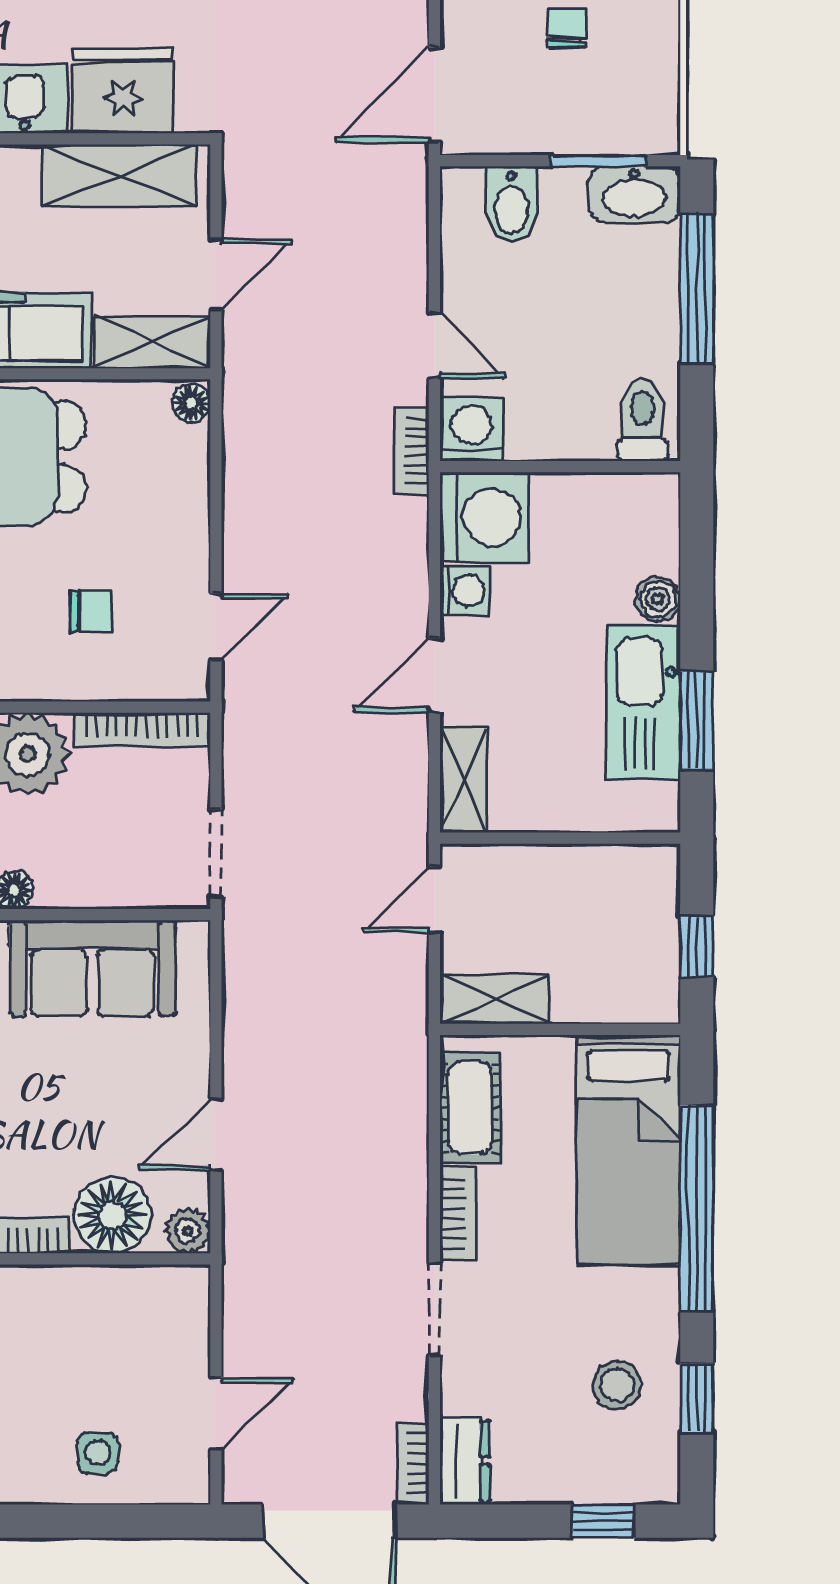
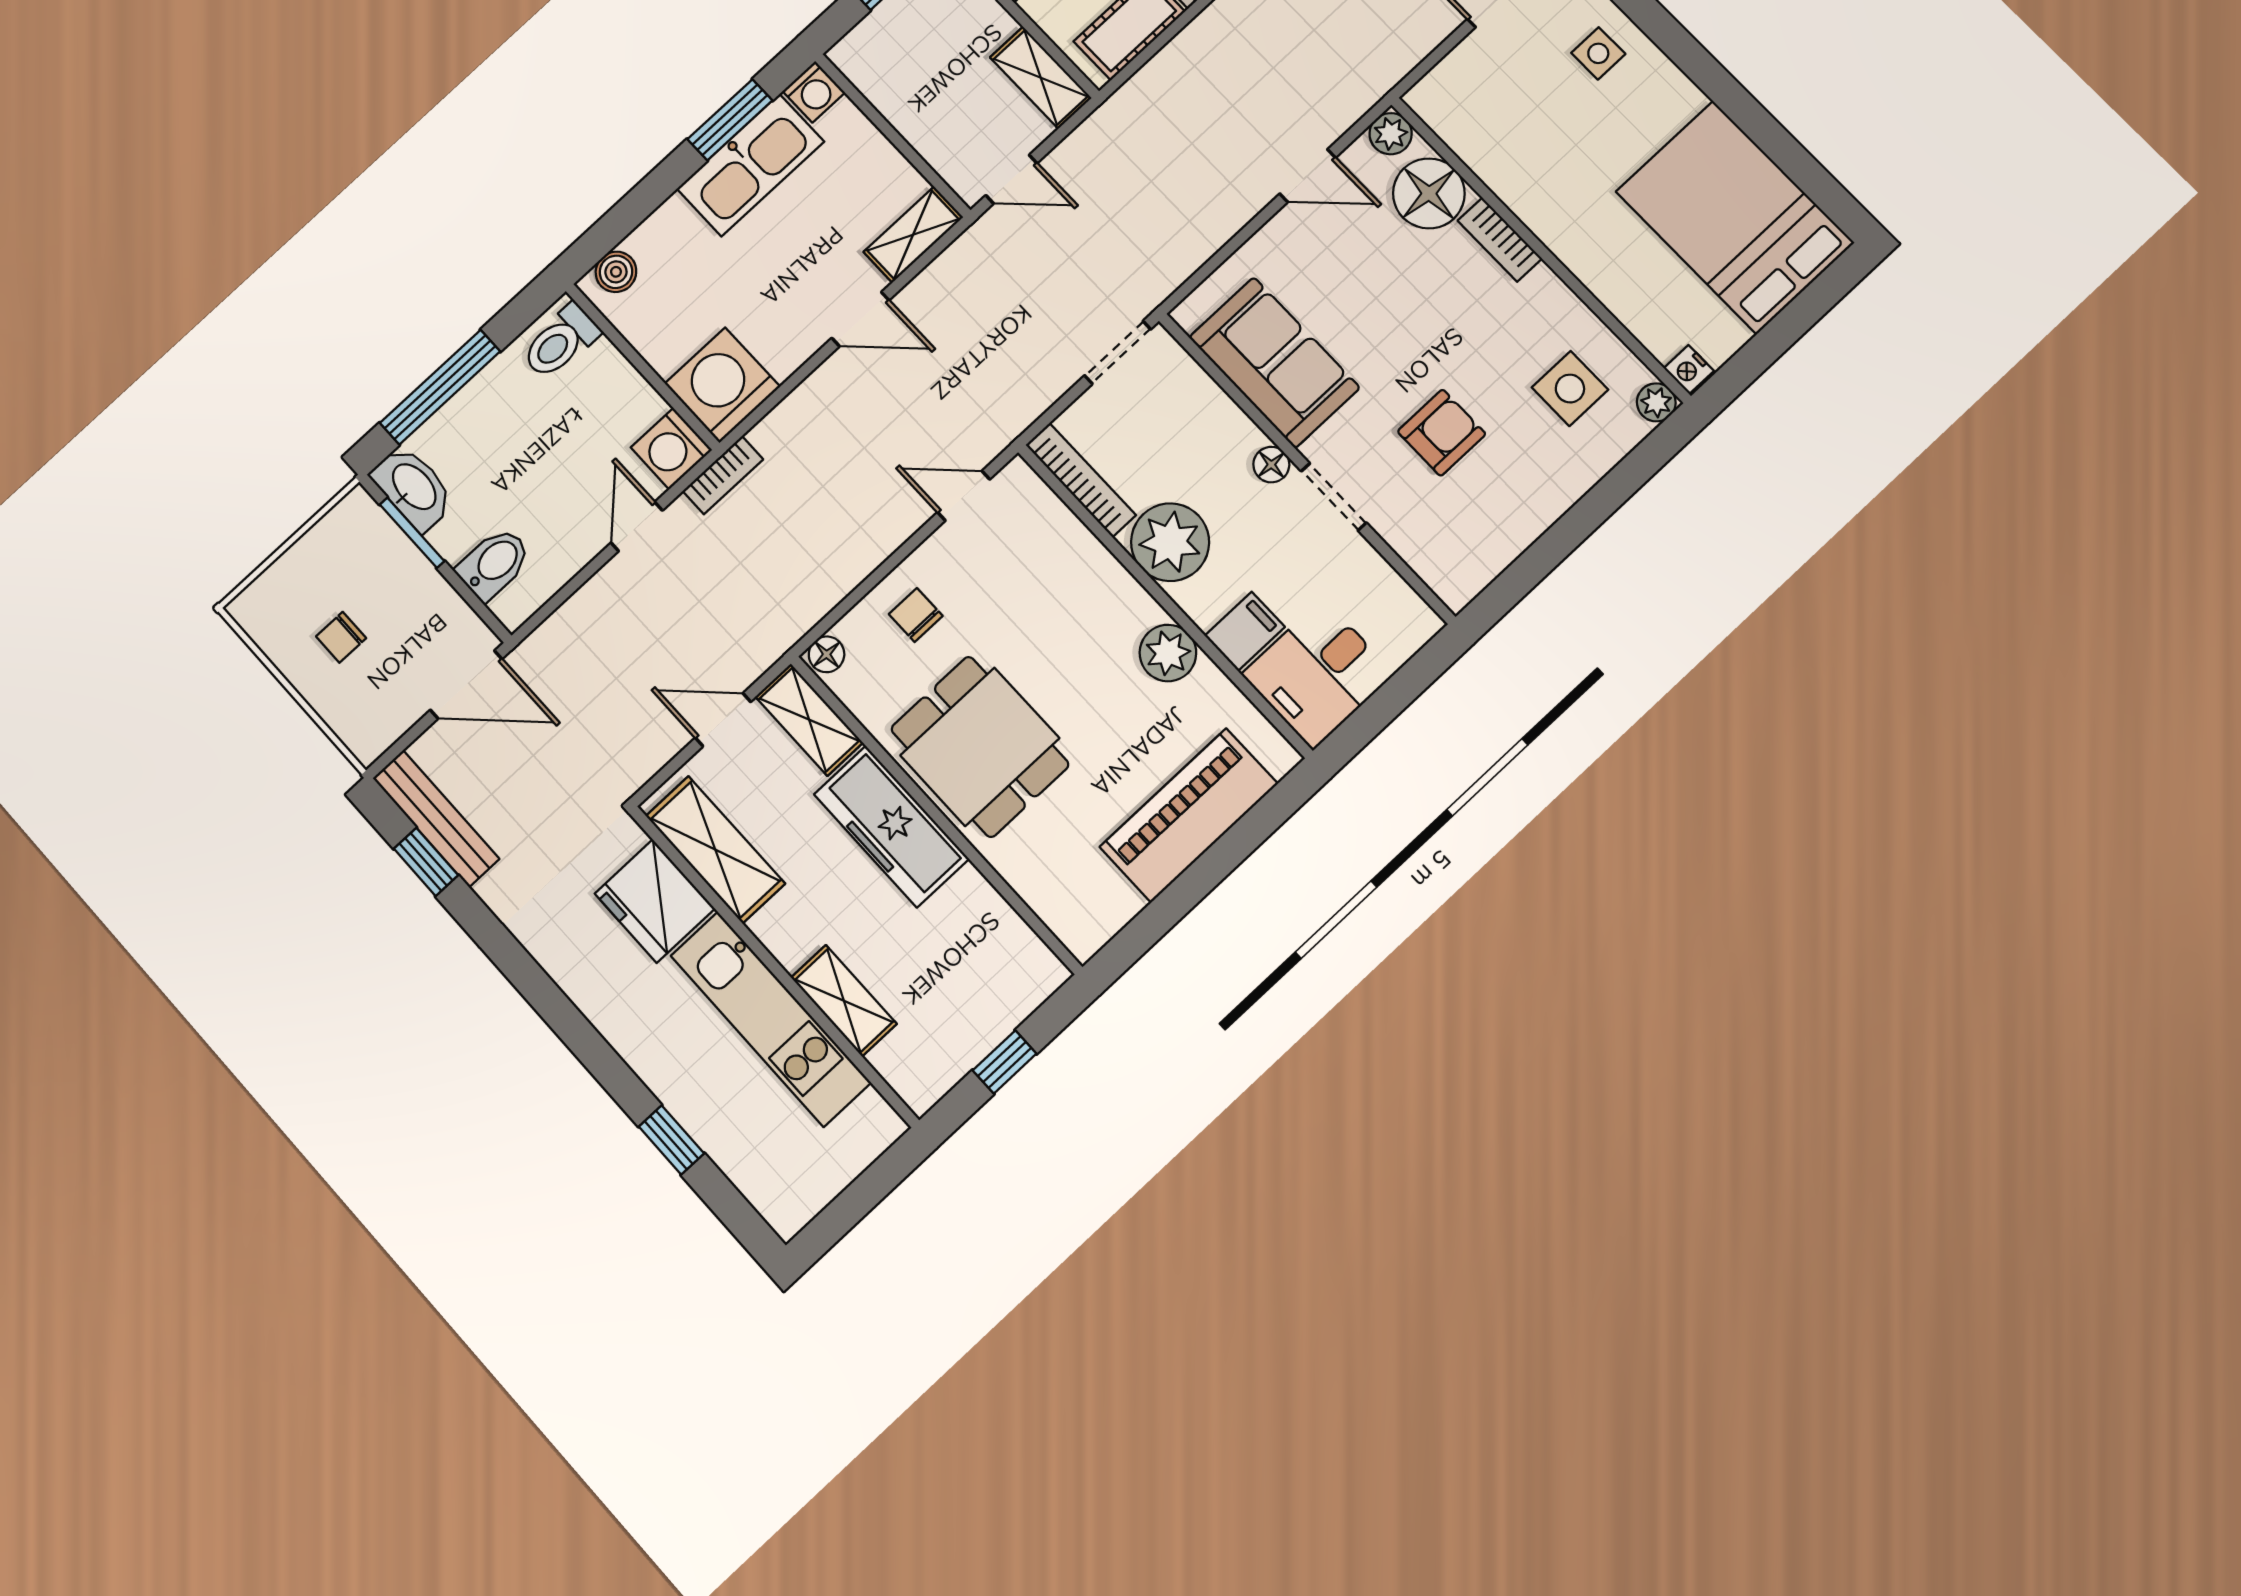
washing machine: (464, 591) -> (814, 92), moved, turned 180
boiler: (658, 599) -> (616, 272), moved
chair: (91, 611) -> (916, 615), moved

